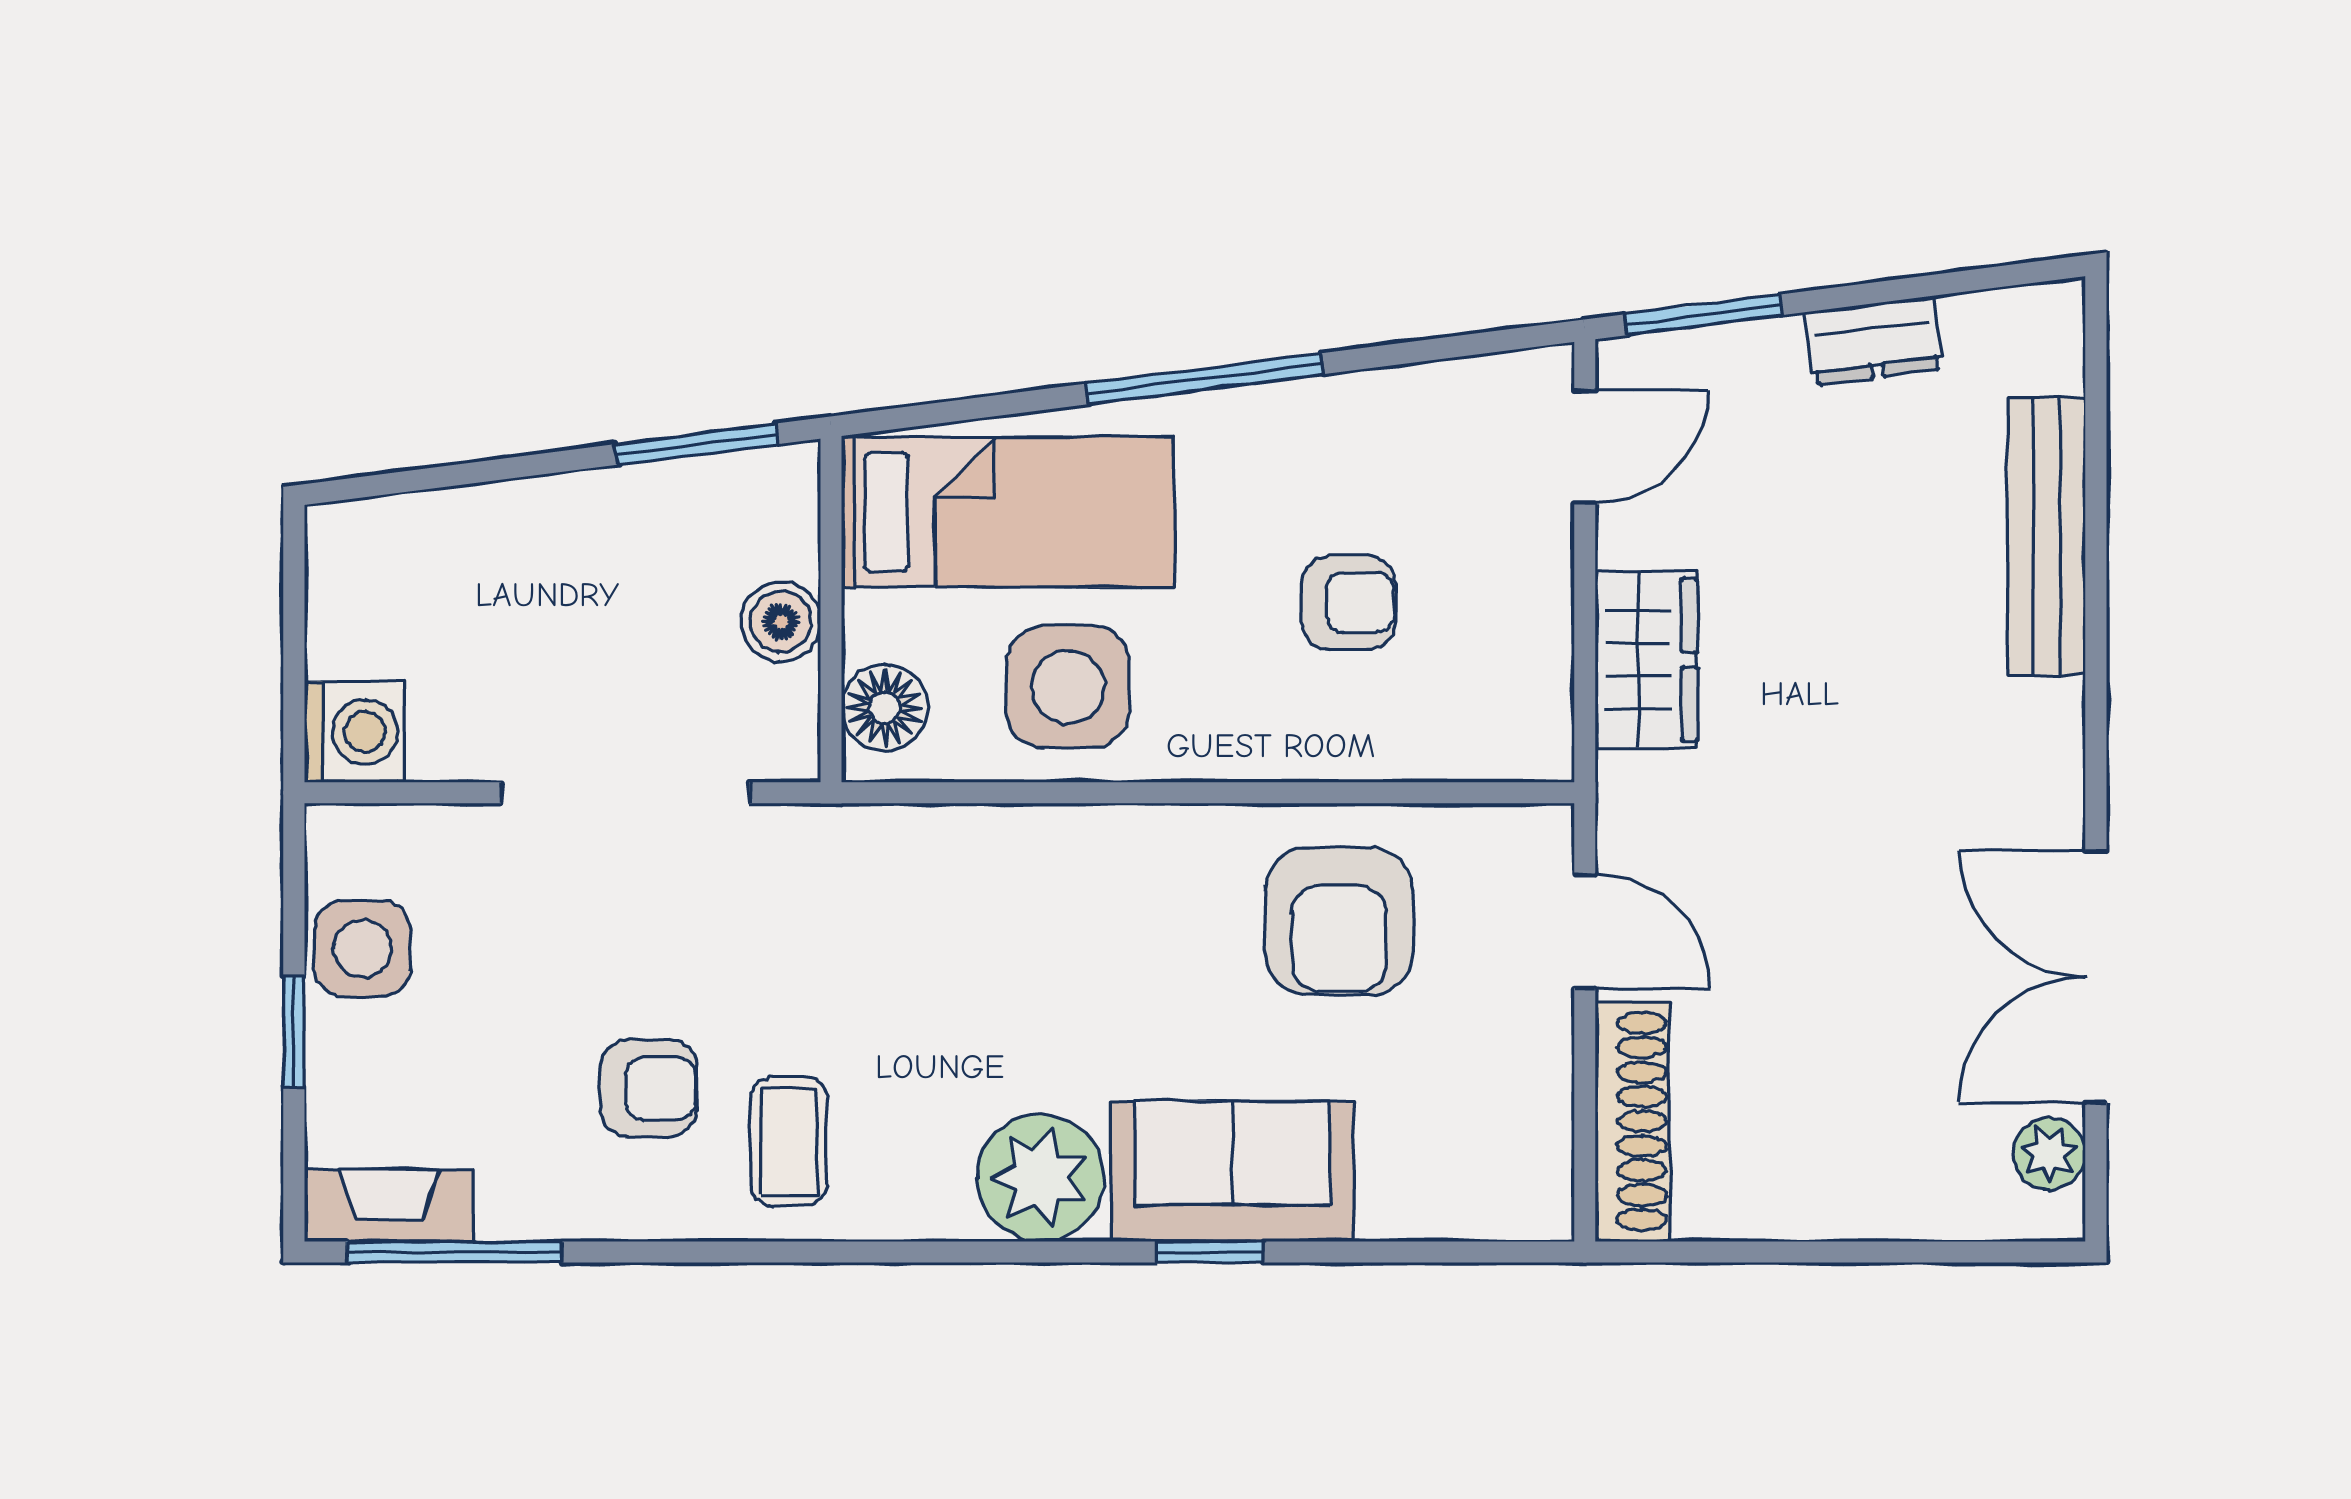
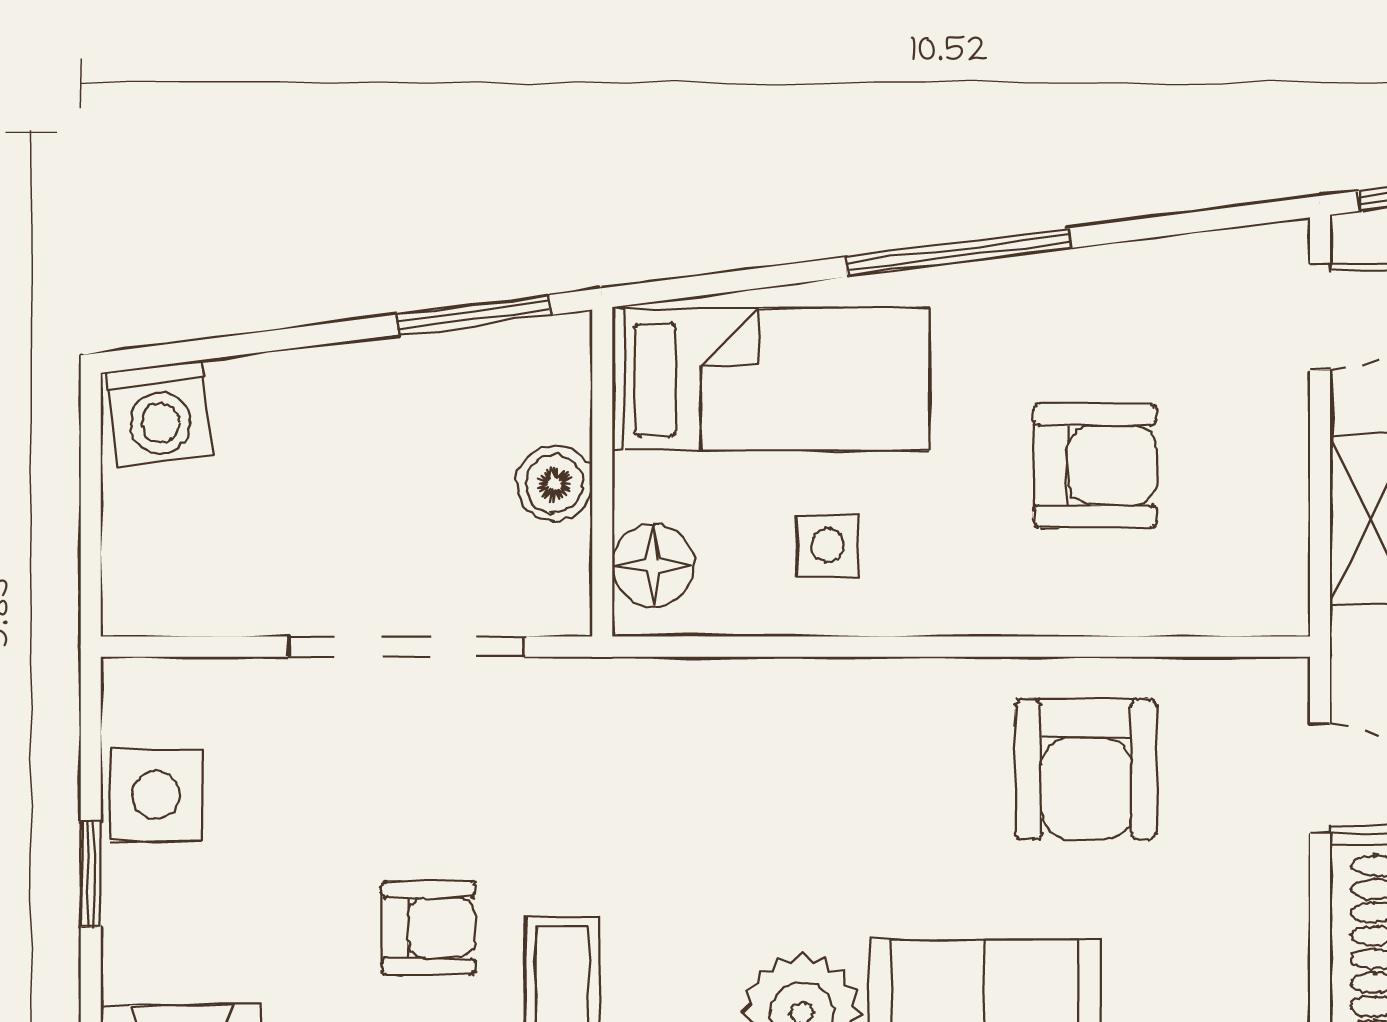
armchair: (1349, 603) -> (1095, 465), width x1.38, depth x1.38
side table: (1068, 687) -> (828, 546), width x0.54, depth x0.54
washing machine: (355, 732) -> (159, 414), moved, turned 83

